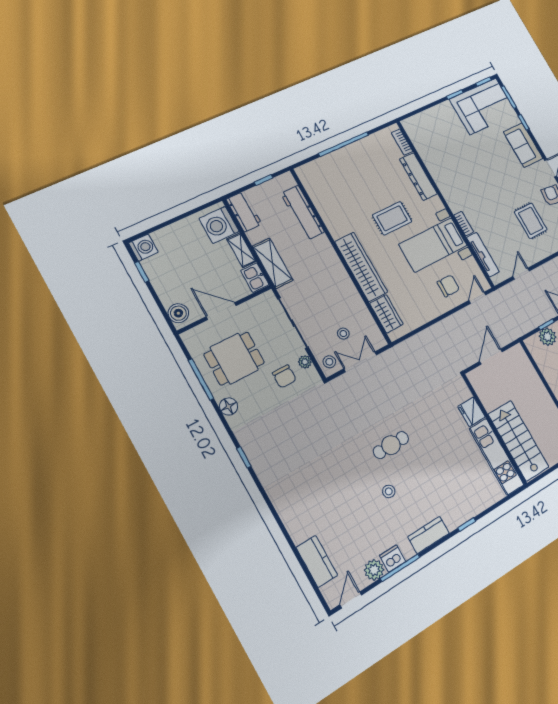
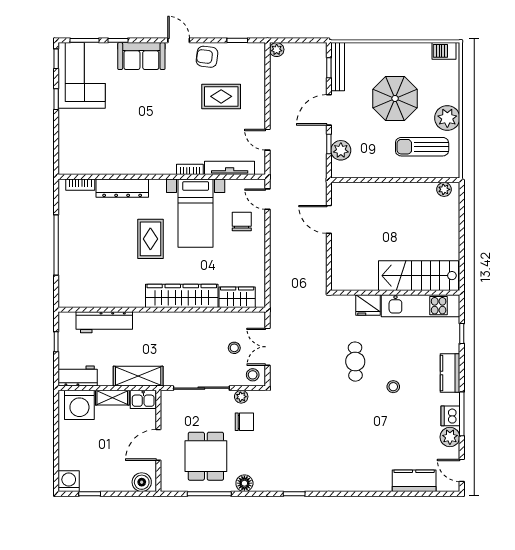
fridge: (471, 412) -> (368, 305), moved
wall: (494, 429) -> (395, 293), moved
stairs: (518, 441) -> (419, 276), moved
kitchen unit: (496, 457) -> (421, 306), moved

